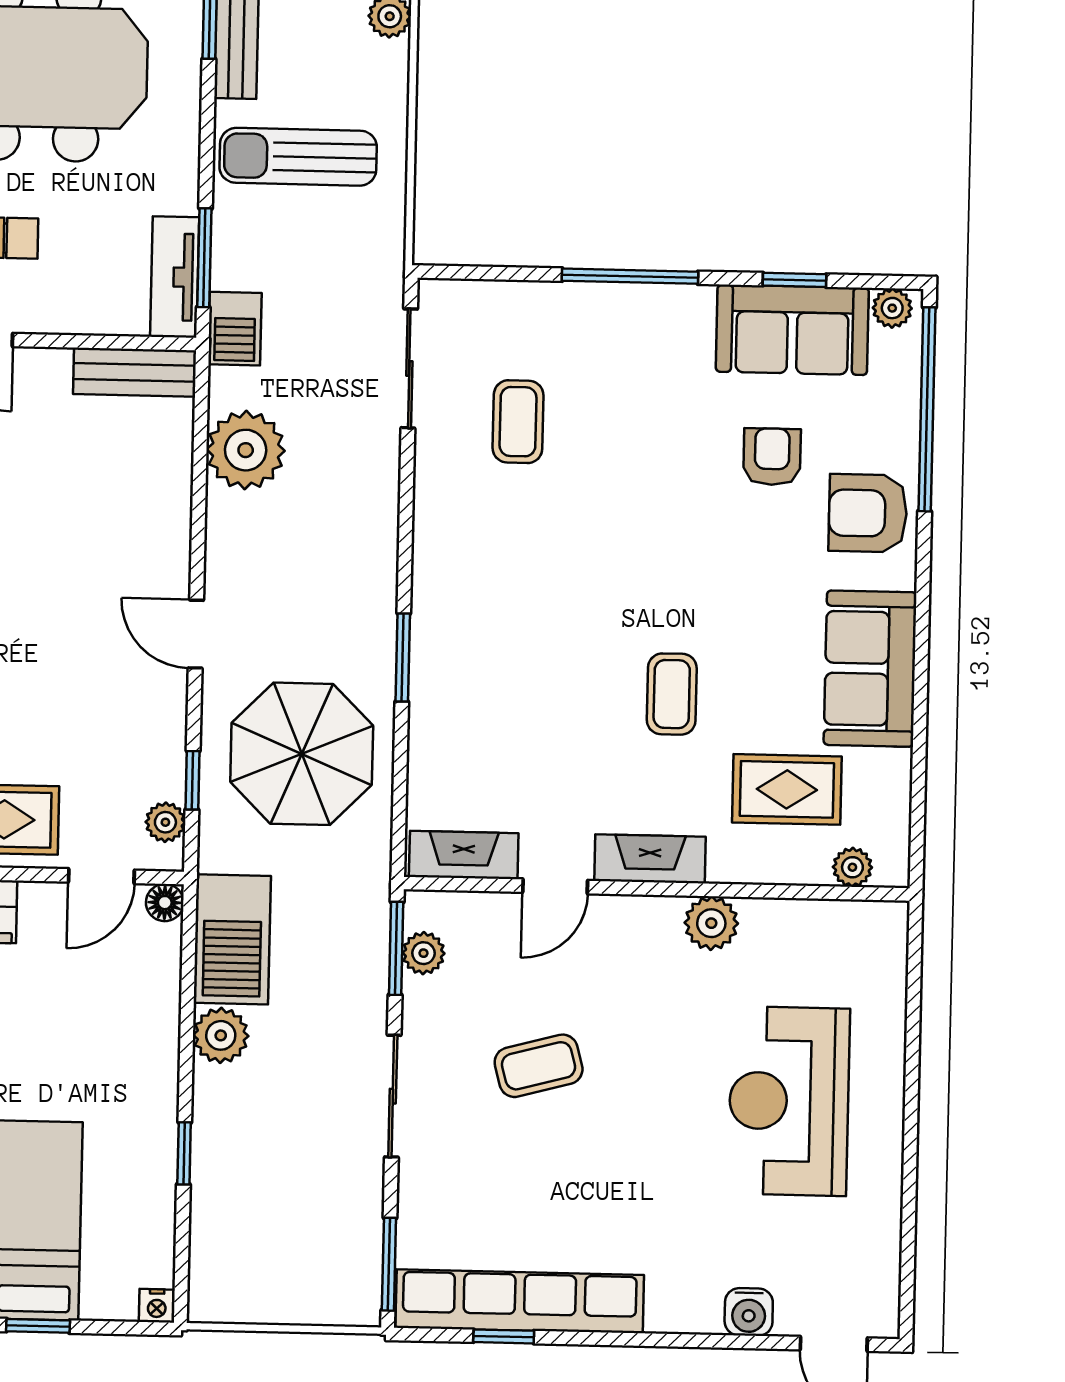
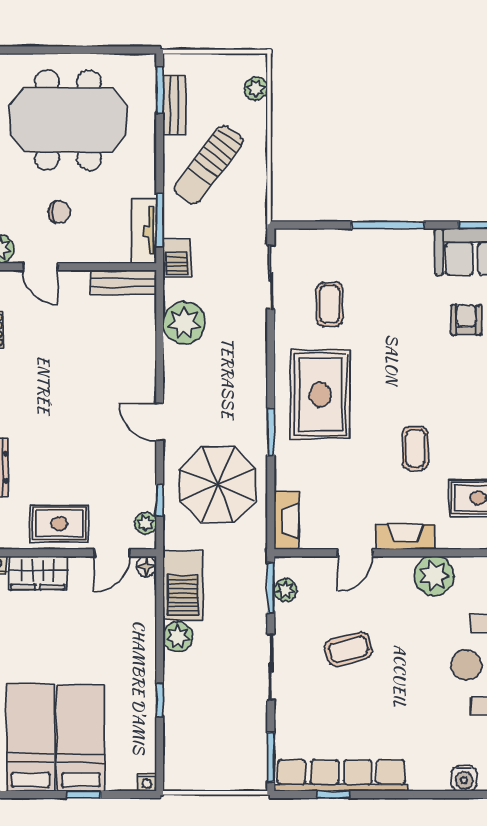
sun lounger: (298, 157) -> (209, 165), turned -53
rug: (497, 590) -> (320, 395), added
fireplace: (464, 855) -> (286, 520), moved, turned 90
plant: (711, 923) -> (434, 576), width x1.36, depth x1.36

